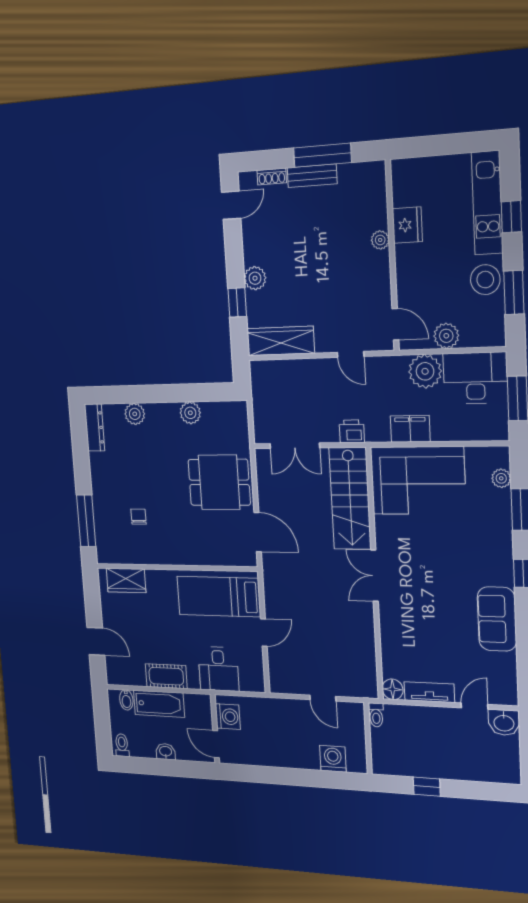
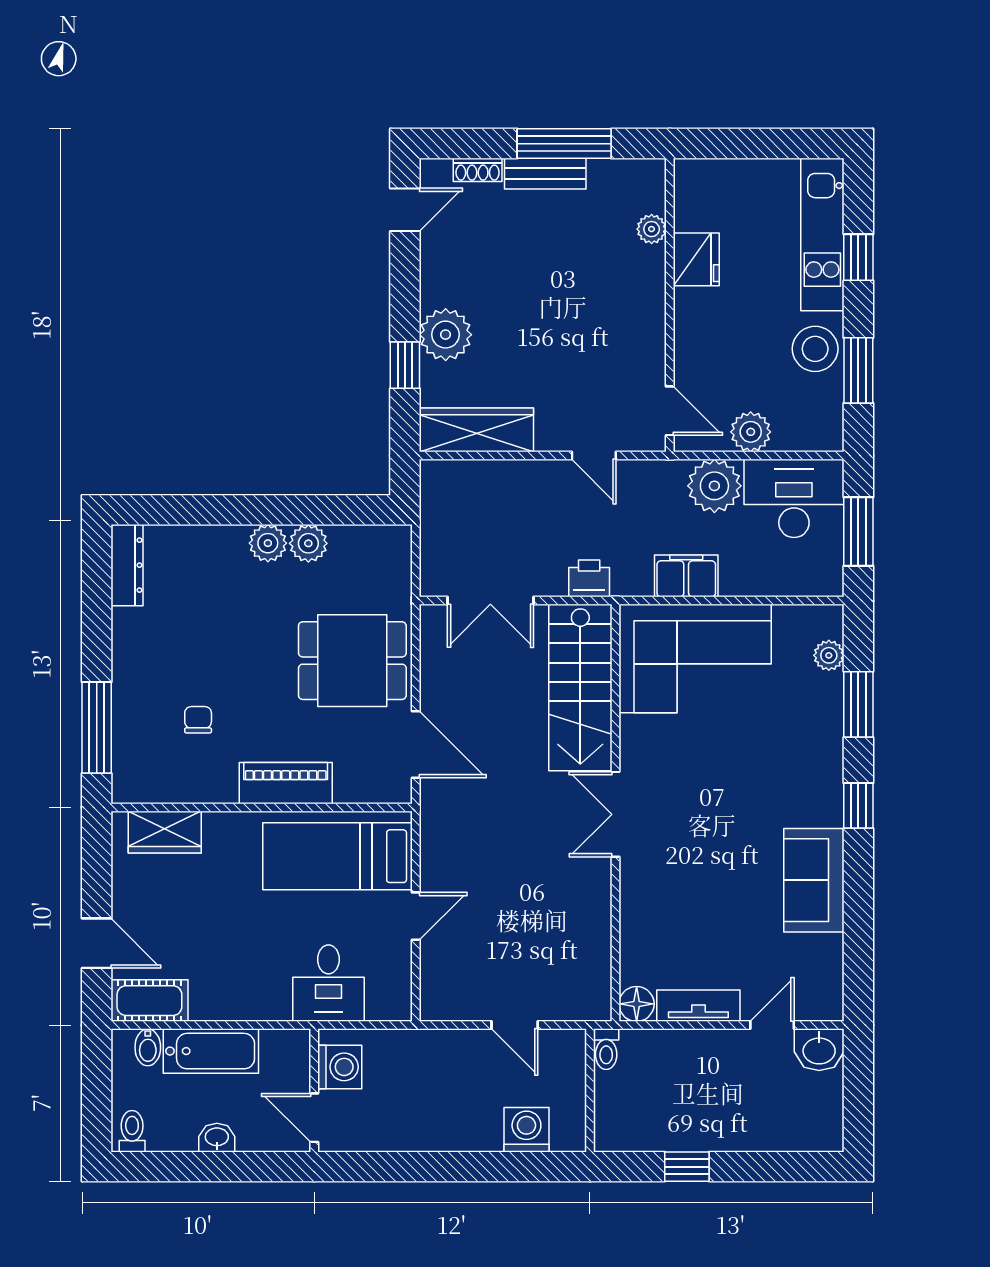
plant: (380, 240) -> (652, 229), moved
plant: (255, 278) -> (446, 335), width x1.36, depth x1.36
plant: (135, 414) -> (268, 543), moved
piano: (188, 554) -> (286, 783), added
cot: (166, 676) -> (149, 1001), moved

